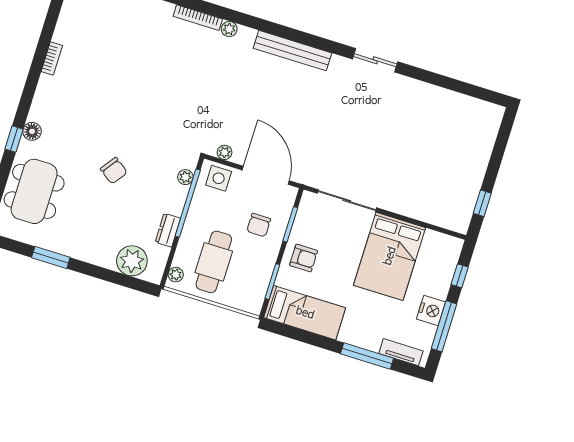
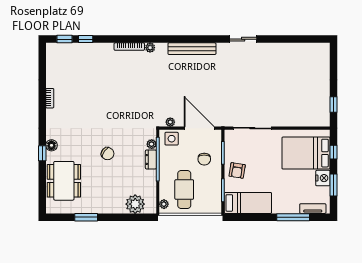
dresser: (168, 230) -> (151, 159), moved
bed: (390, 256) -> (306, 153), moved, turned 90
armchair: (304, 258) -> (237, 170), turned 99
window: (444, 326) -> (334, 185), width x0.69

